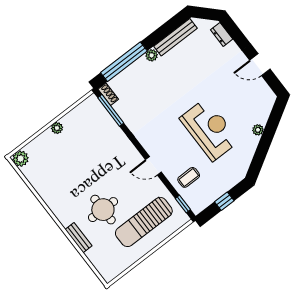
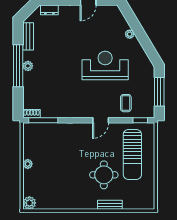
bench: (176, 37) -> (28, 36), width x0.73
window: (124, 62) -> (18, 66), moved
window: (224, 201) -> (159, 92), width x2.17

